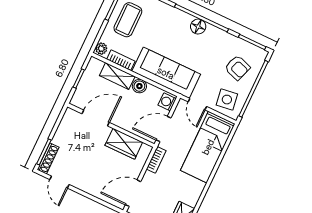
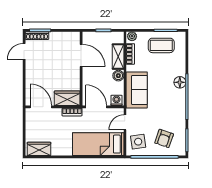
floor lamp: (198, 27) -> (180, 82), moved
sofa: (166, 73) -> (137, 90), width x0.73
wardrobe: (124, 144) -> (67, 98), moved, turned 90

